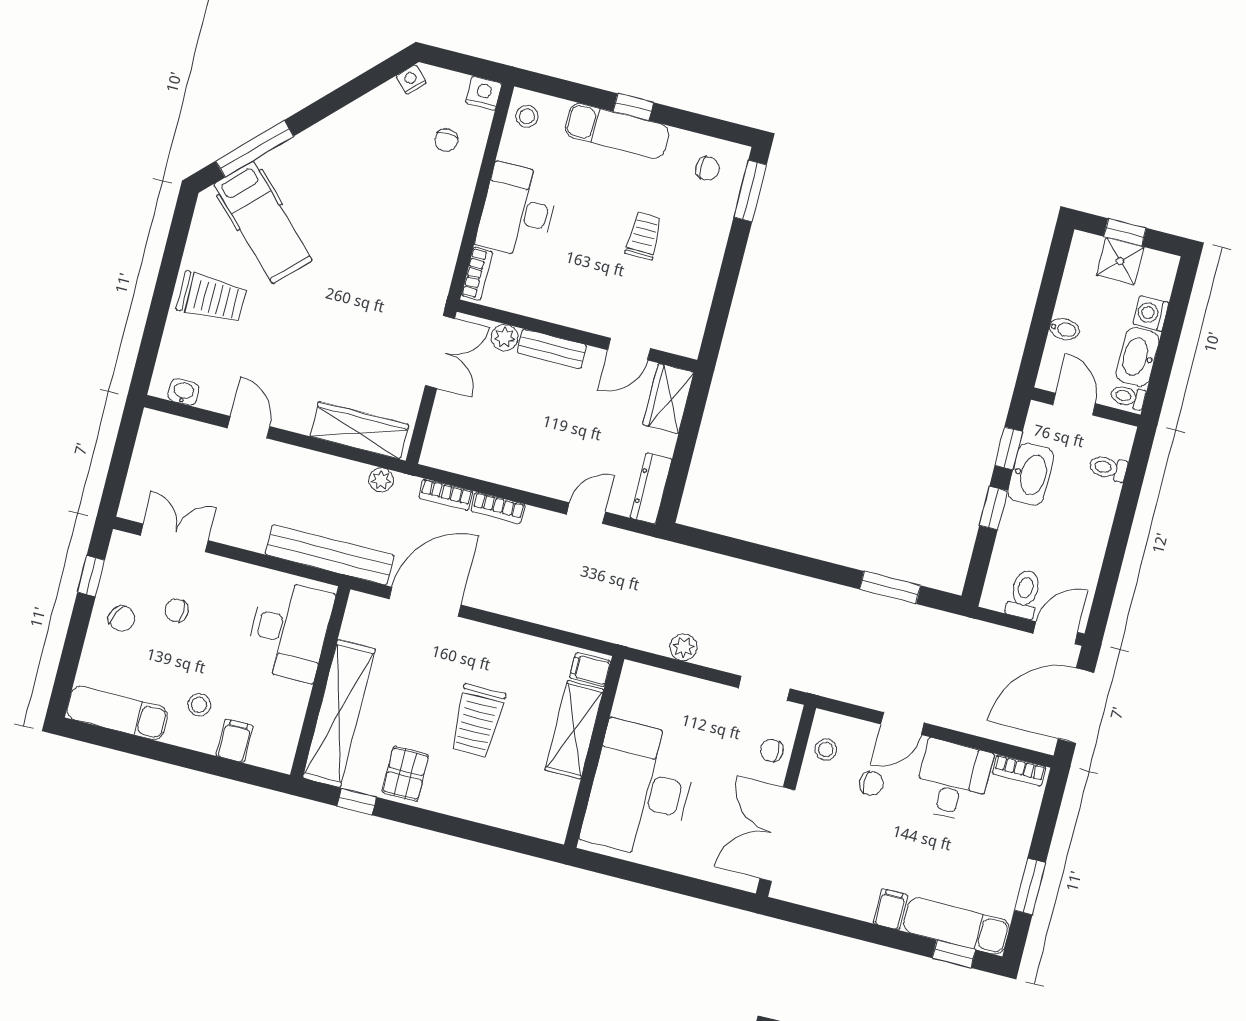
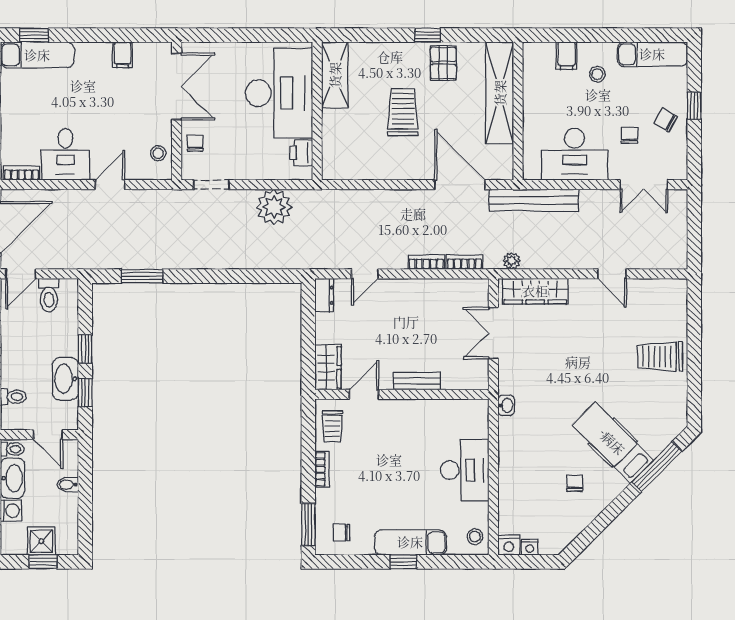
nightstand: (411, 79) -> (530, 547), moved, turned 45
chair: (446, 140) -> (575, 483), moved
hospital bed: (263, 222) -> (613, 443), moved
trolley: (644, 236) -> (332, 426), moved
bookcase: (477, 274) -> (322, 469), moved, turned 180
plant: (504, 337) -> (452, 381), removed
double door: (440, 352) -> (493, 333), moved
washbasin: (183, 392) -> (506, 405), moved, turned -90
dresser: (651, 488) -> (324, 295), width x0.70
window: (91, 576) -> (694, 106), moved
door: (425, 602) -> (460, 185), swing flipped
chair: (177, 610) -> (629, 135), turned -88
desk: (289, 630) -> (575, 154), moved, turned -90
plant: (684, 647) -> (274, 207), width x1.87, depth x1.87
filing cabinet: (590, 669) -> (334, 167), removed
printer: (631, 701) -> (301, 153), added
shelving: (574, 730) -> (335, 75), moved
chair: (772, 750) -> (195, 143), turned -90
chair: (871, 783) -> (121, 138), removed
window: (357, 802) -> (428, 35), moved
filing cabinet: (890, 909) -> (123, 55), moved

